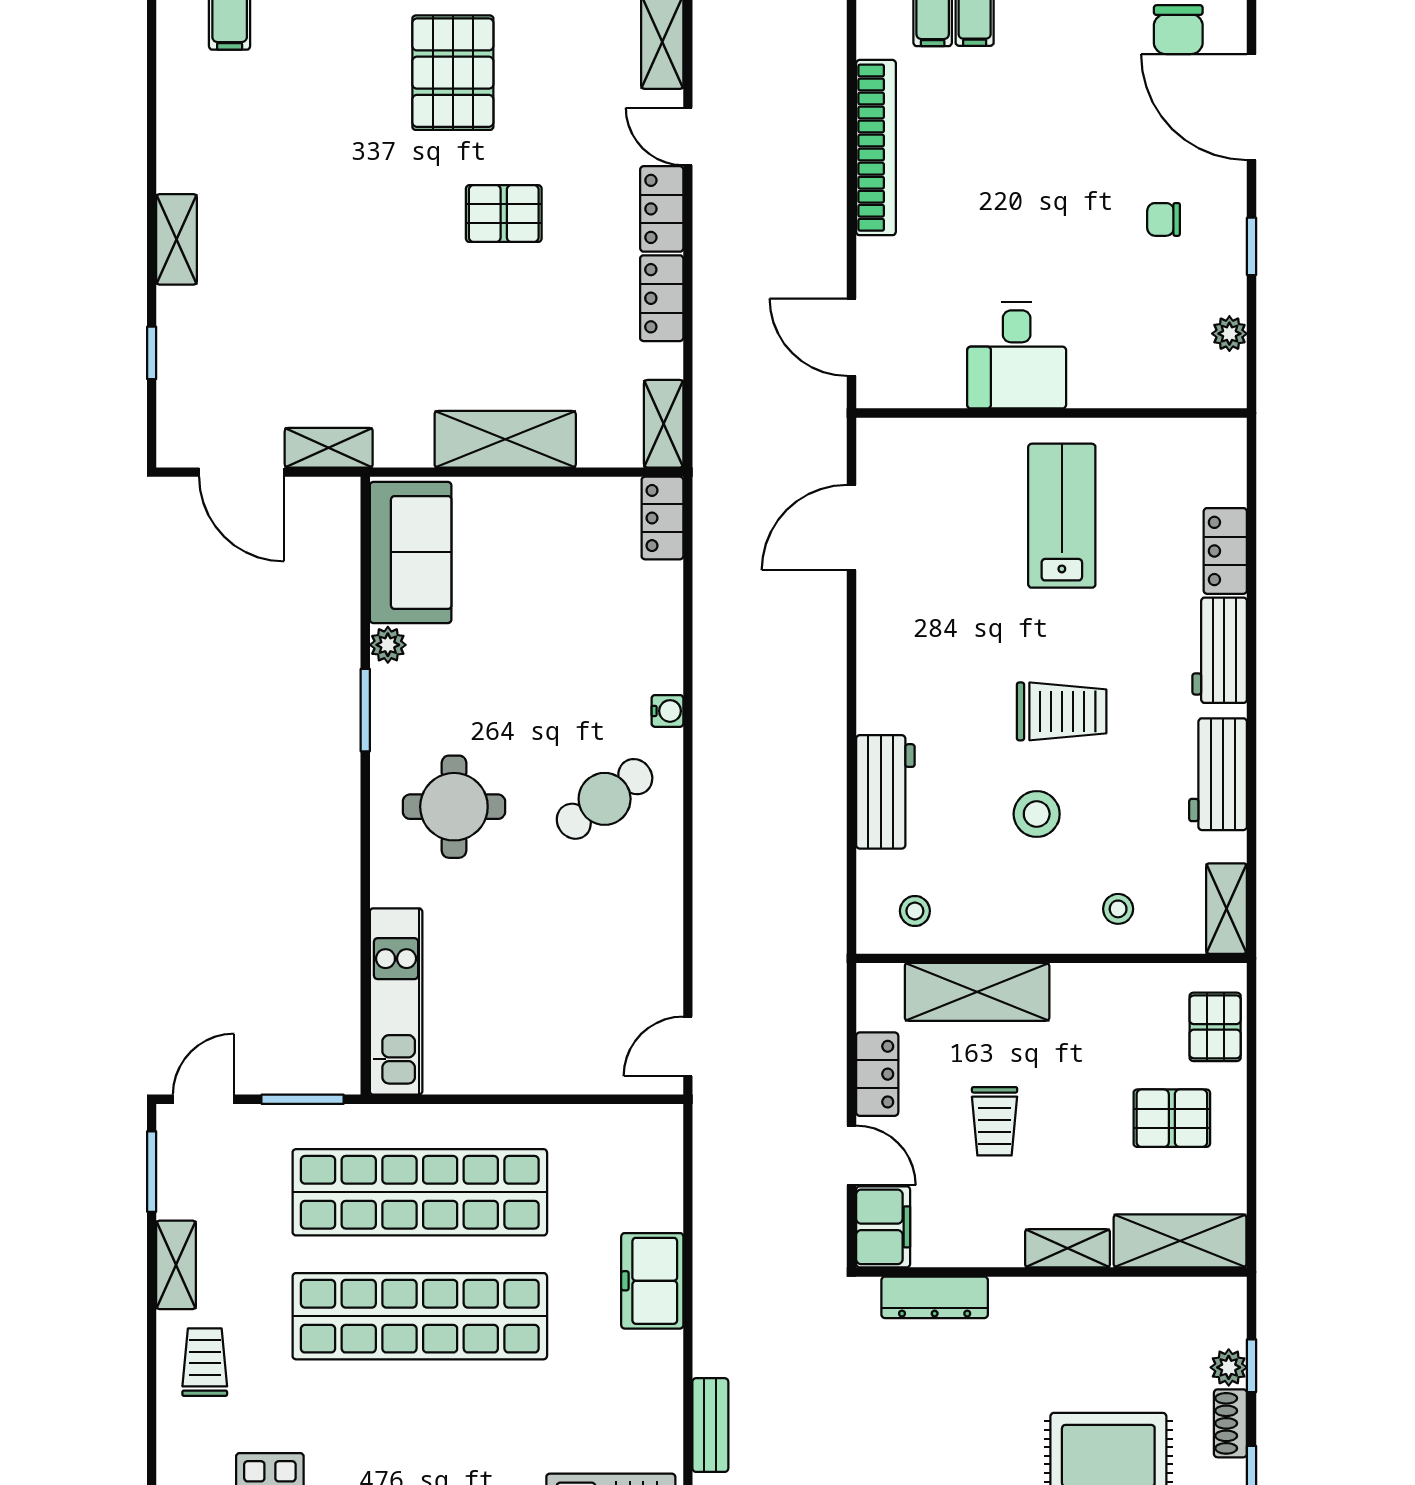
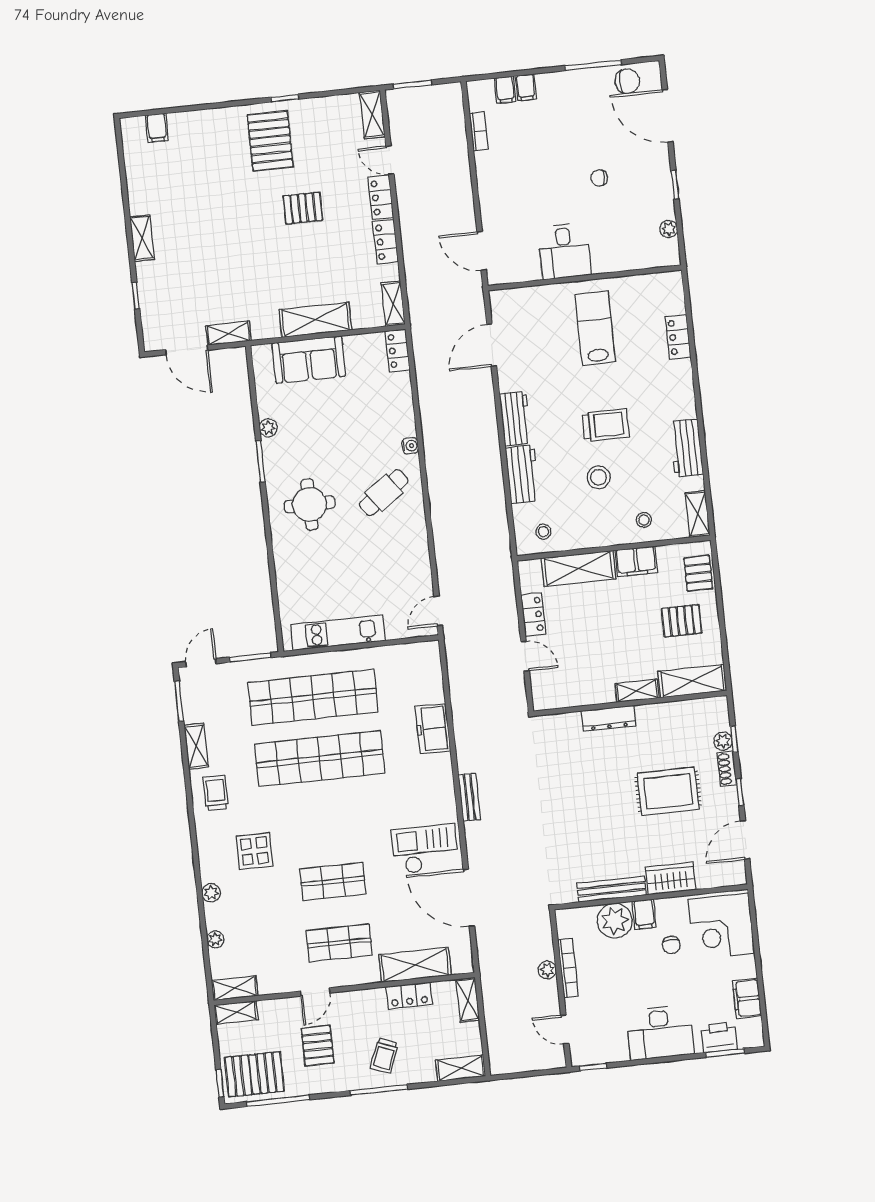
chair: (1178, 30) -> (627, 81), turned -90
bookcase: (876, 148) -> (479, 131), width x0.43, depth x0.76
chair: (1164, 219) -> (599, 178), moved
sofa: (411, 552) -> (309, 360), moved, turned 90
workbench: (1220, 650) -> (515, 418), moved, turned 180
kitchen unit: (396, 1002) -> (338, 633), moved, turned -90
trolley: (995, 1121) -> (594, 632), removed
filing cabinet: (883, 1227) -> (636, 561), moved, turned 90
dresser: (935, 1297) -> (609, 718), moved

